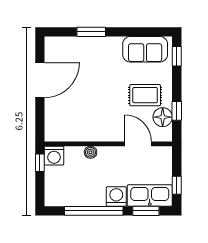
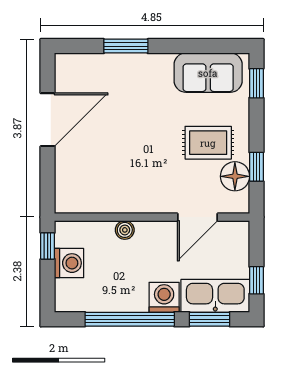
door: (138, 144) -> (198, 217), swing flipped
washing machine: (54, 156) -> (69, 263), moved, turned -90

